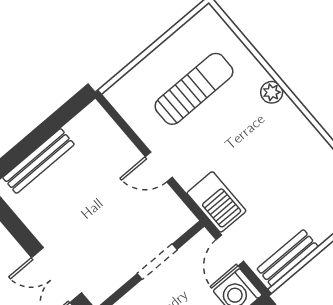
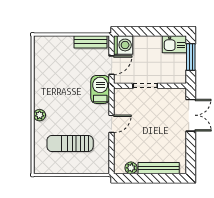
plant: (78, 128) -> (131, 168), added
door: (159, 167) -> (112, 124), hinge flipped

